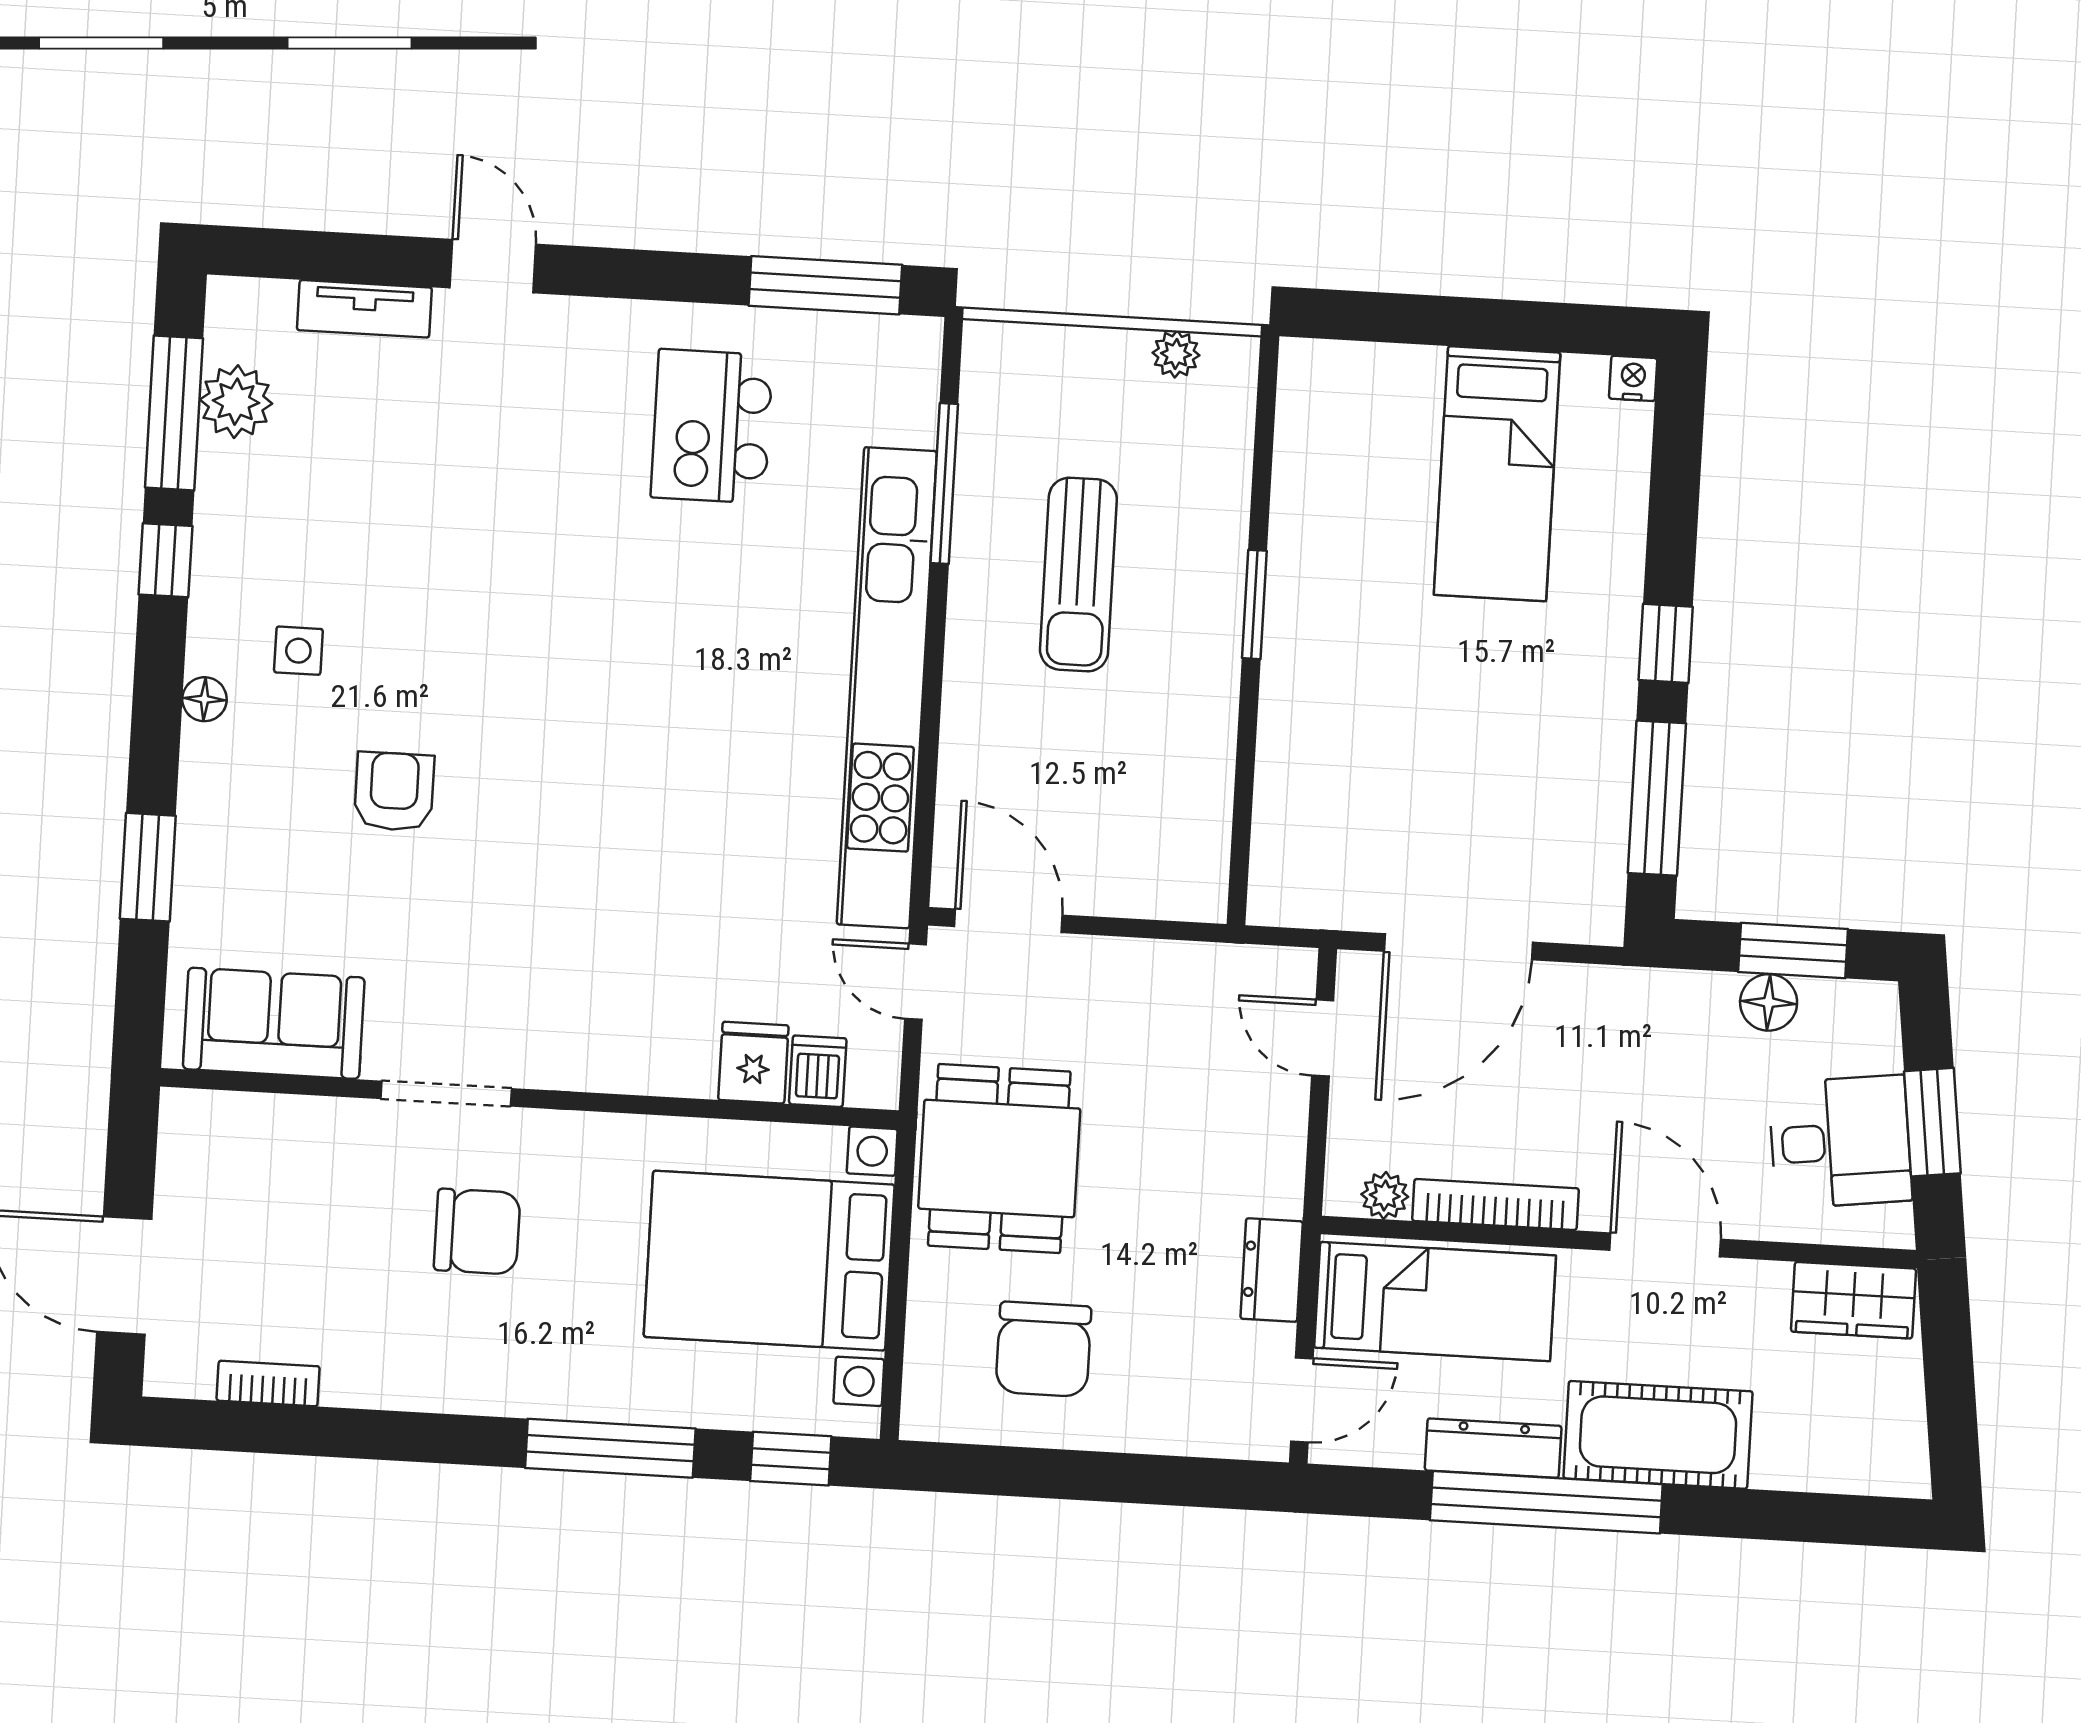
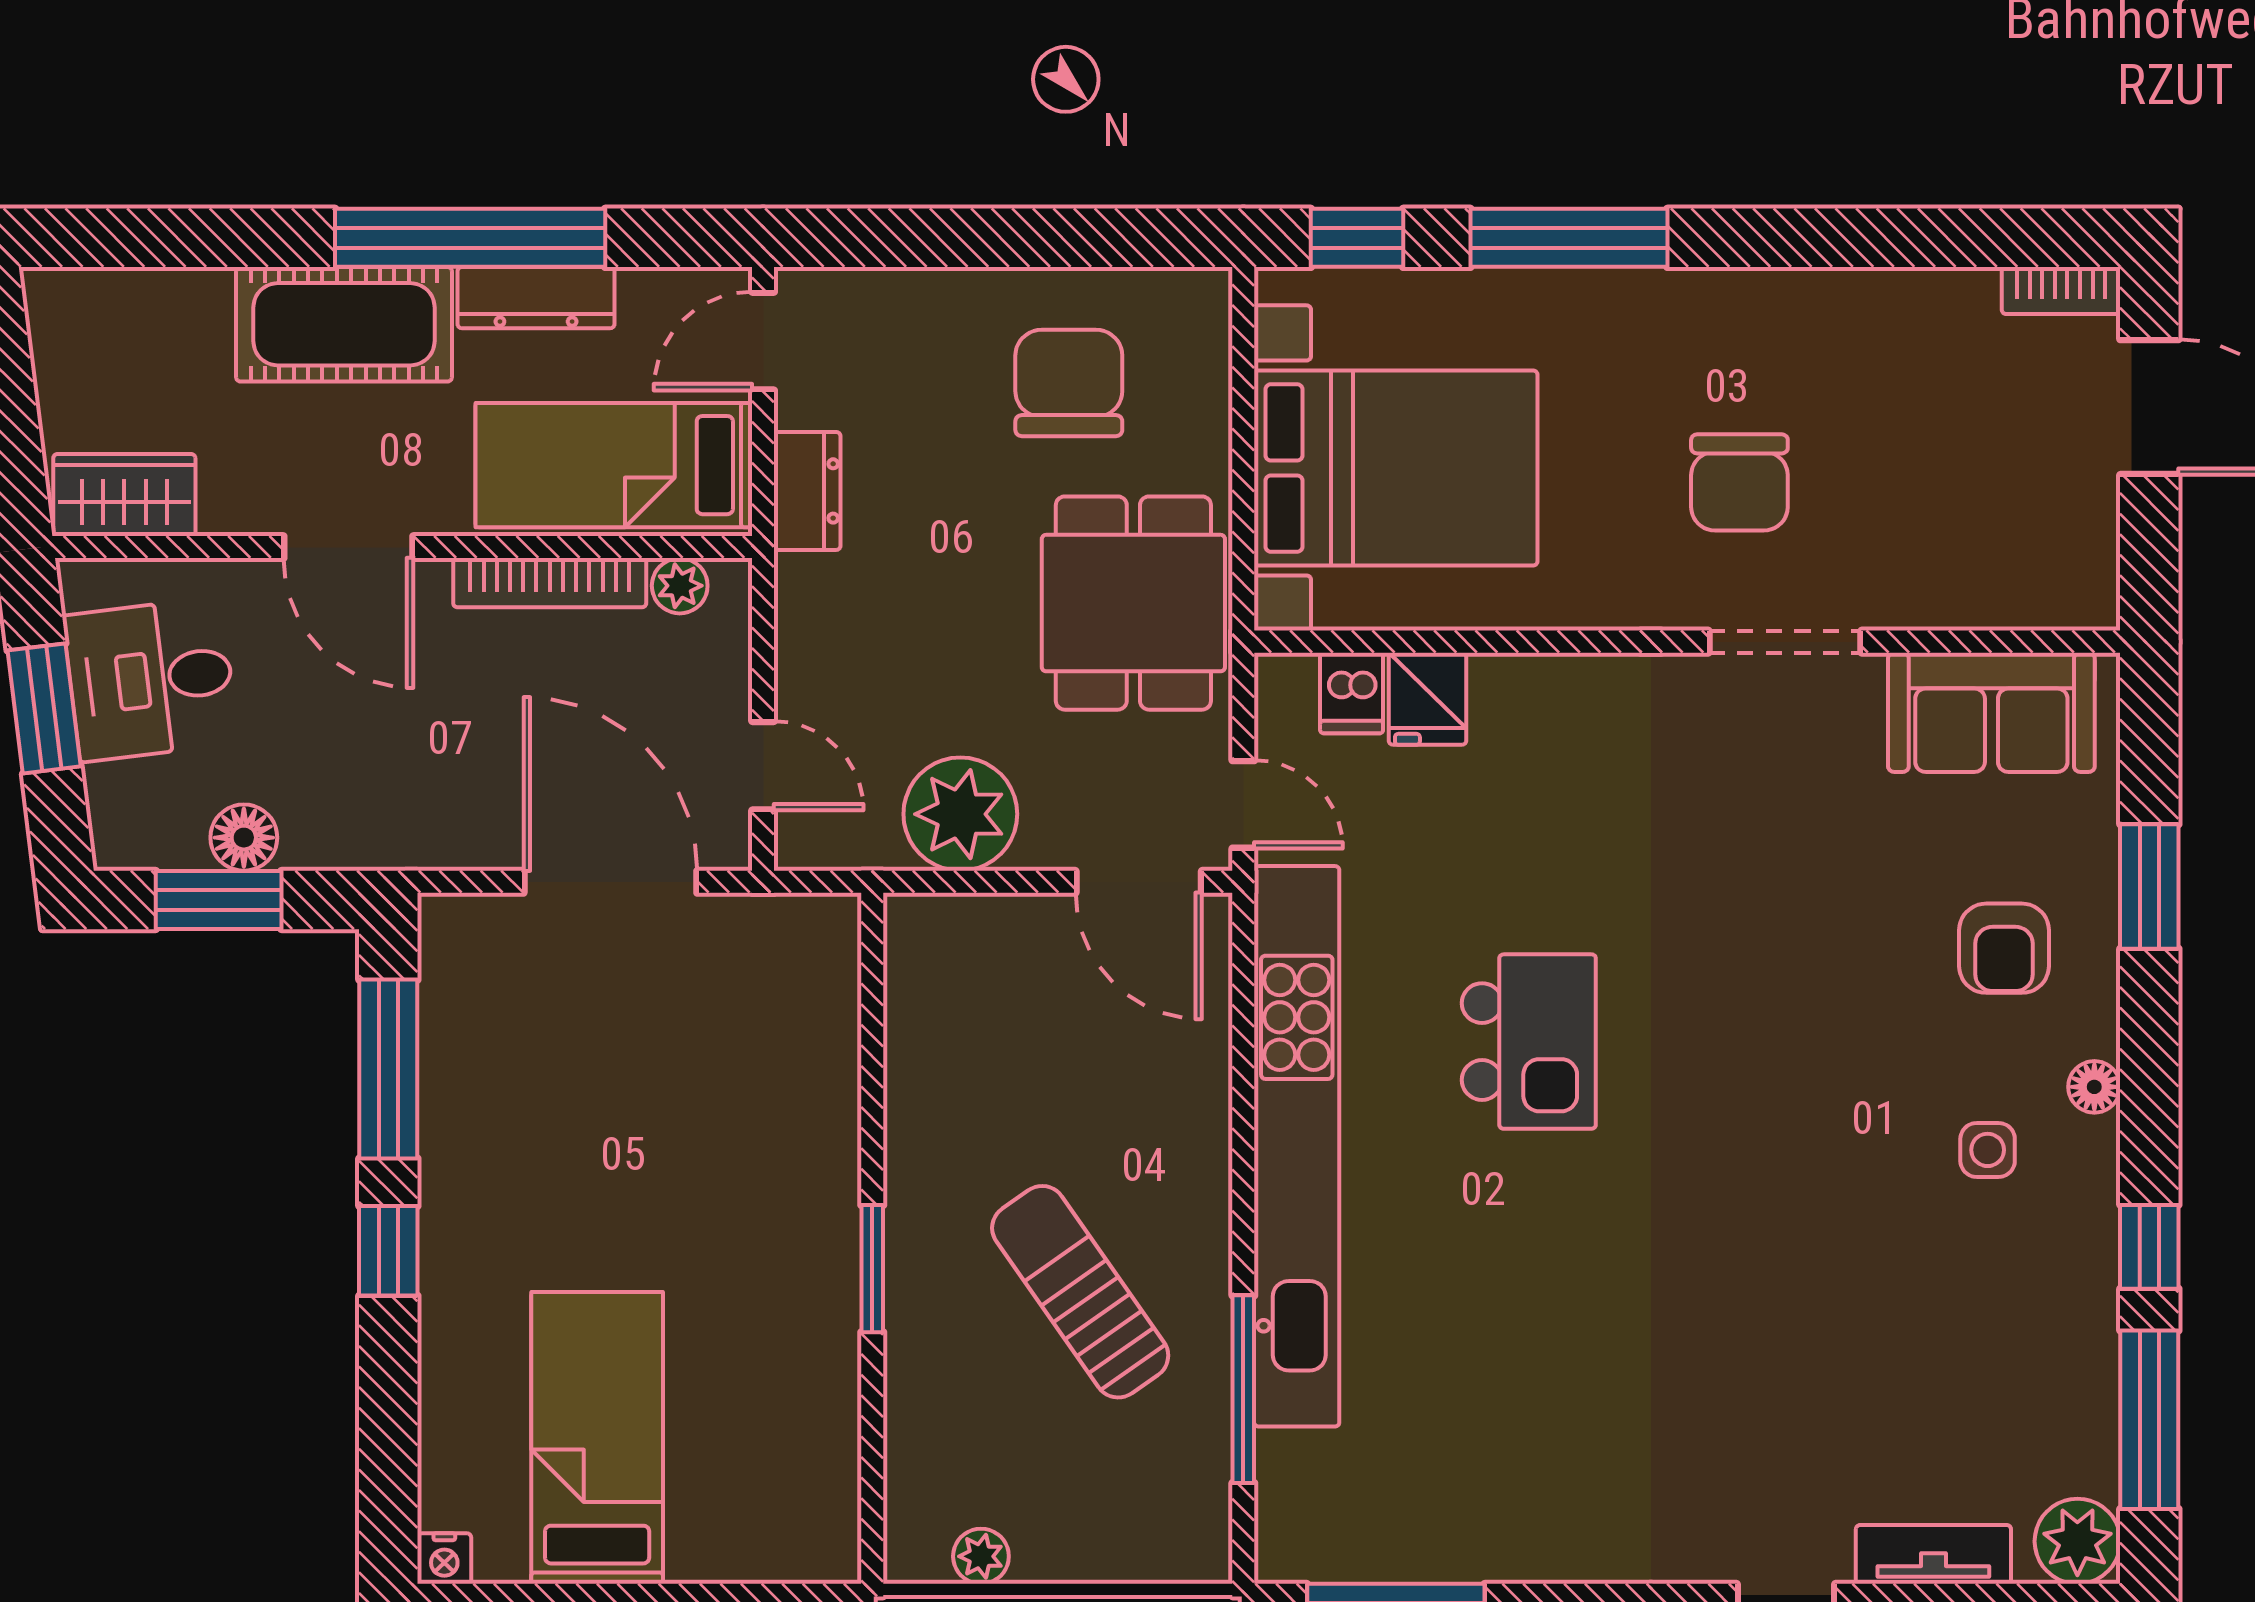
plant: (236, 402) -> (2077, 1541), moved
kitchen island: (712, 426) -> (1529, 1042), moved
sun lounger: (1078, 575) -> (1080, 1292), turned -35
armchair: (394, 792) -> (2004, 948), moved
door: (1458, 947) -> (610, 882), hinge flipped
plant: (1157, 987) -> (960, 814), added
chair: (477, 1232) -> (1739, 482), turned -90
bookcase: (268, 1383) -> (2061, 291), moved

